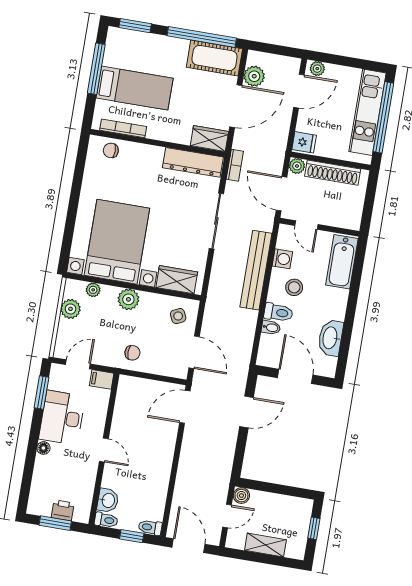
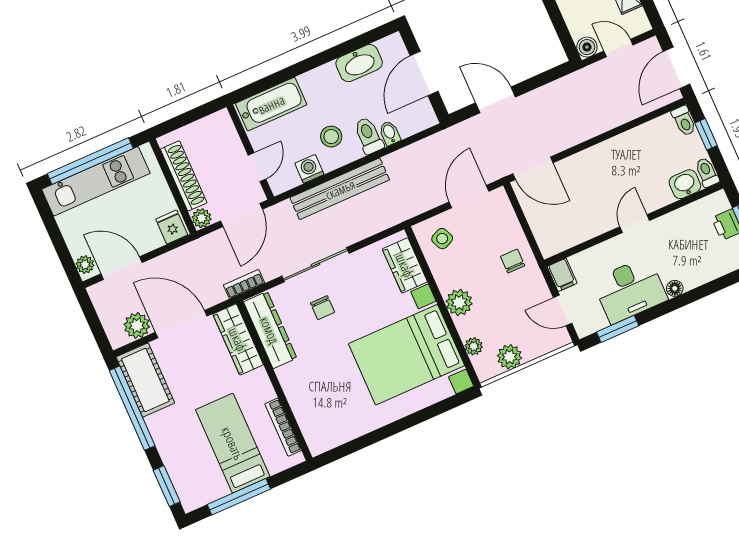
wardrobe: (209, 139) -> (238, 339), width x1.50
chair: (111, 150) -> (323, 308), moved

